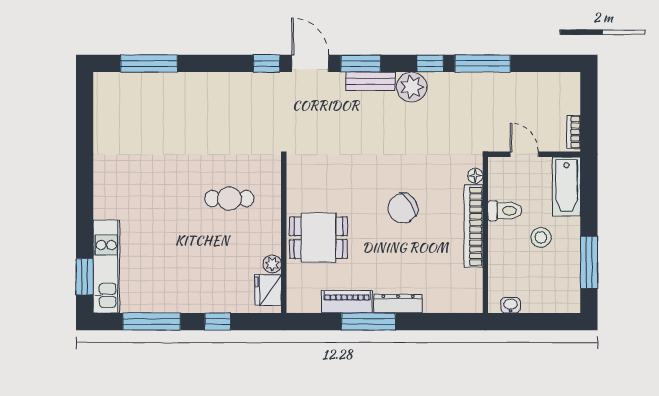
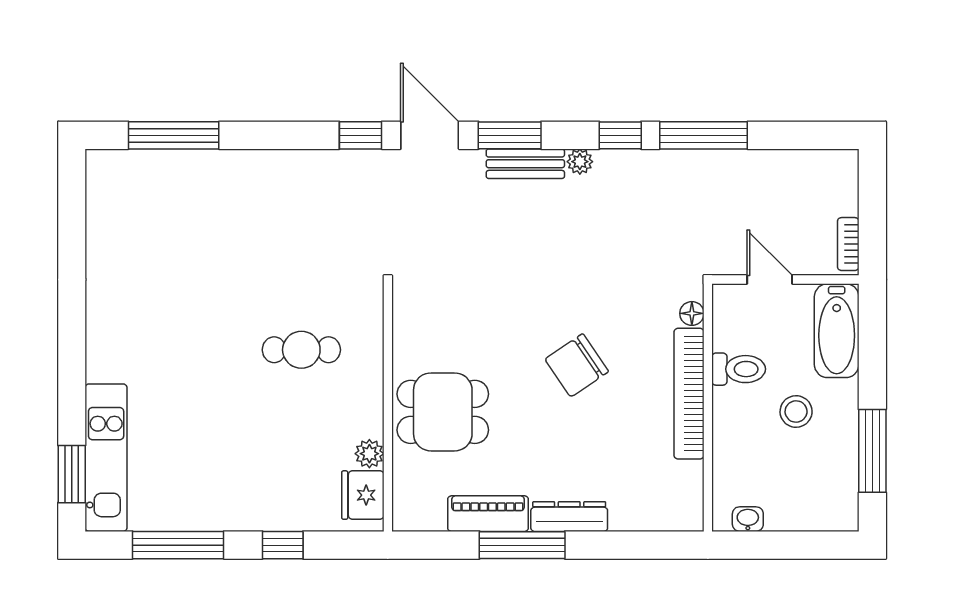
plant: (412, 87) -> (580, 162), width x0.53, depth x0.53

